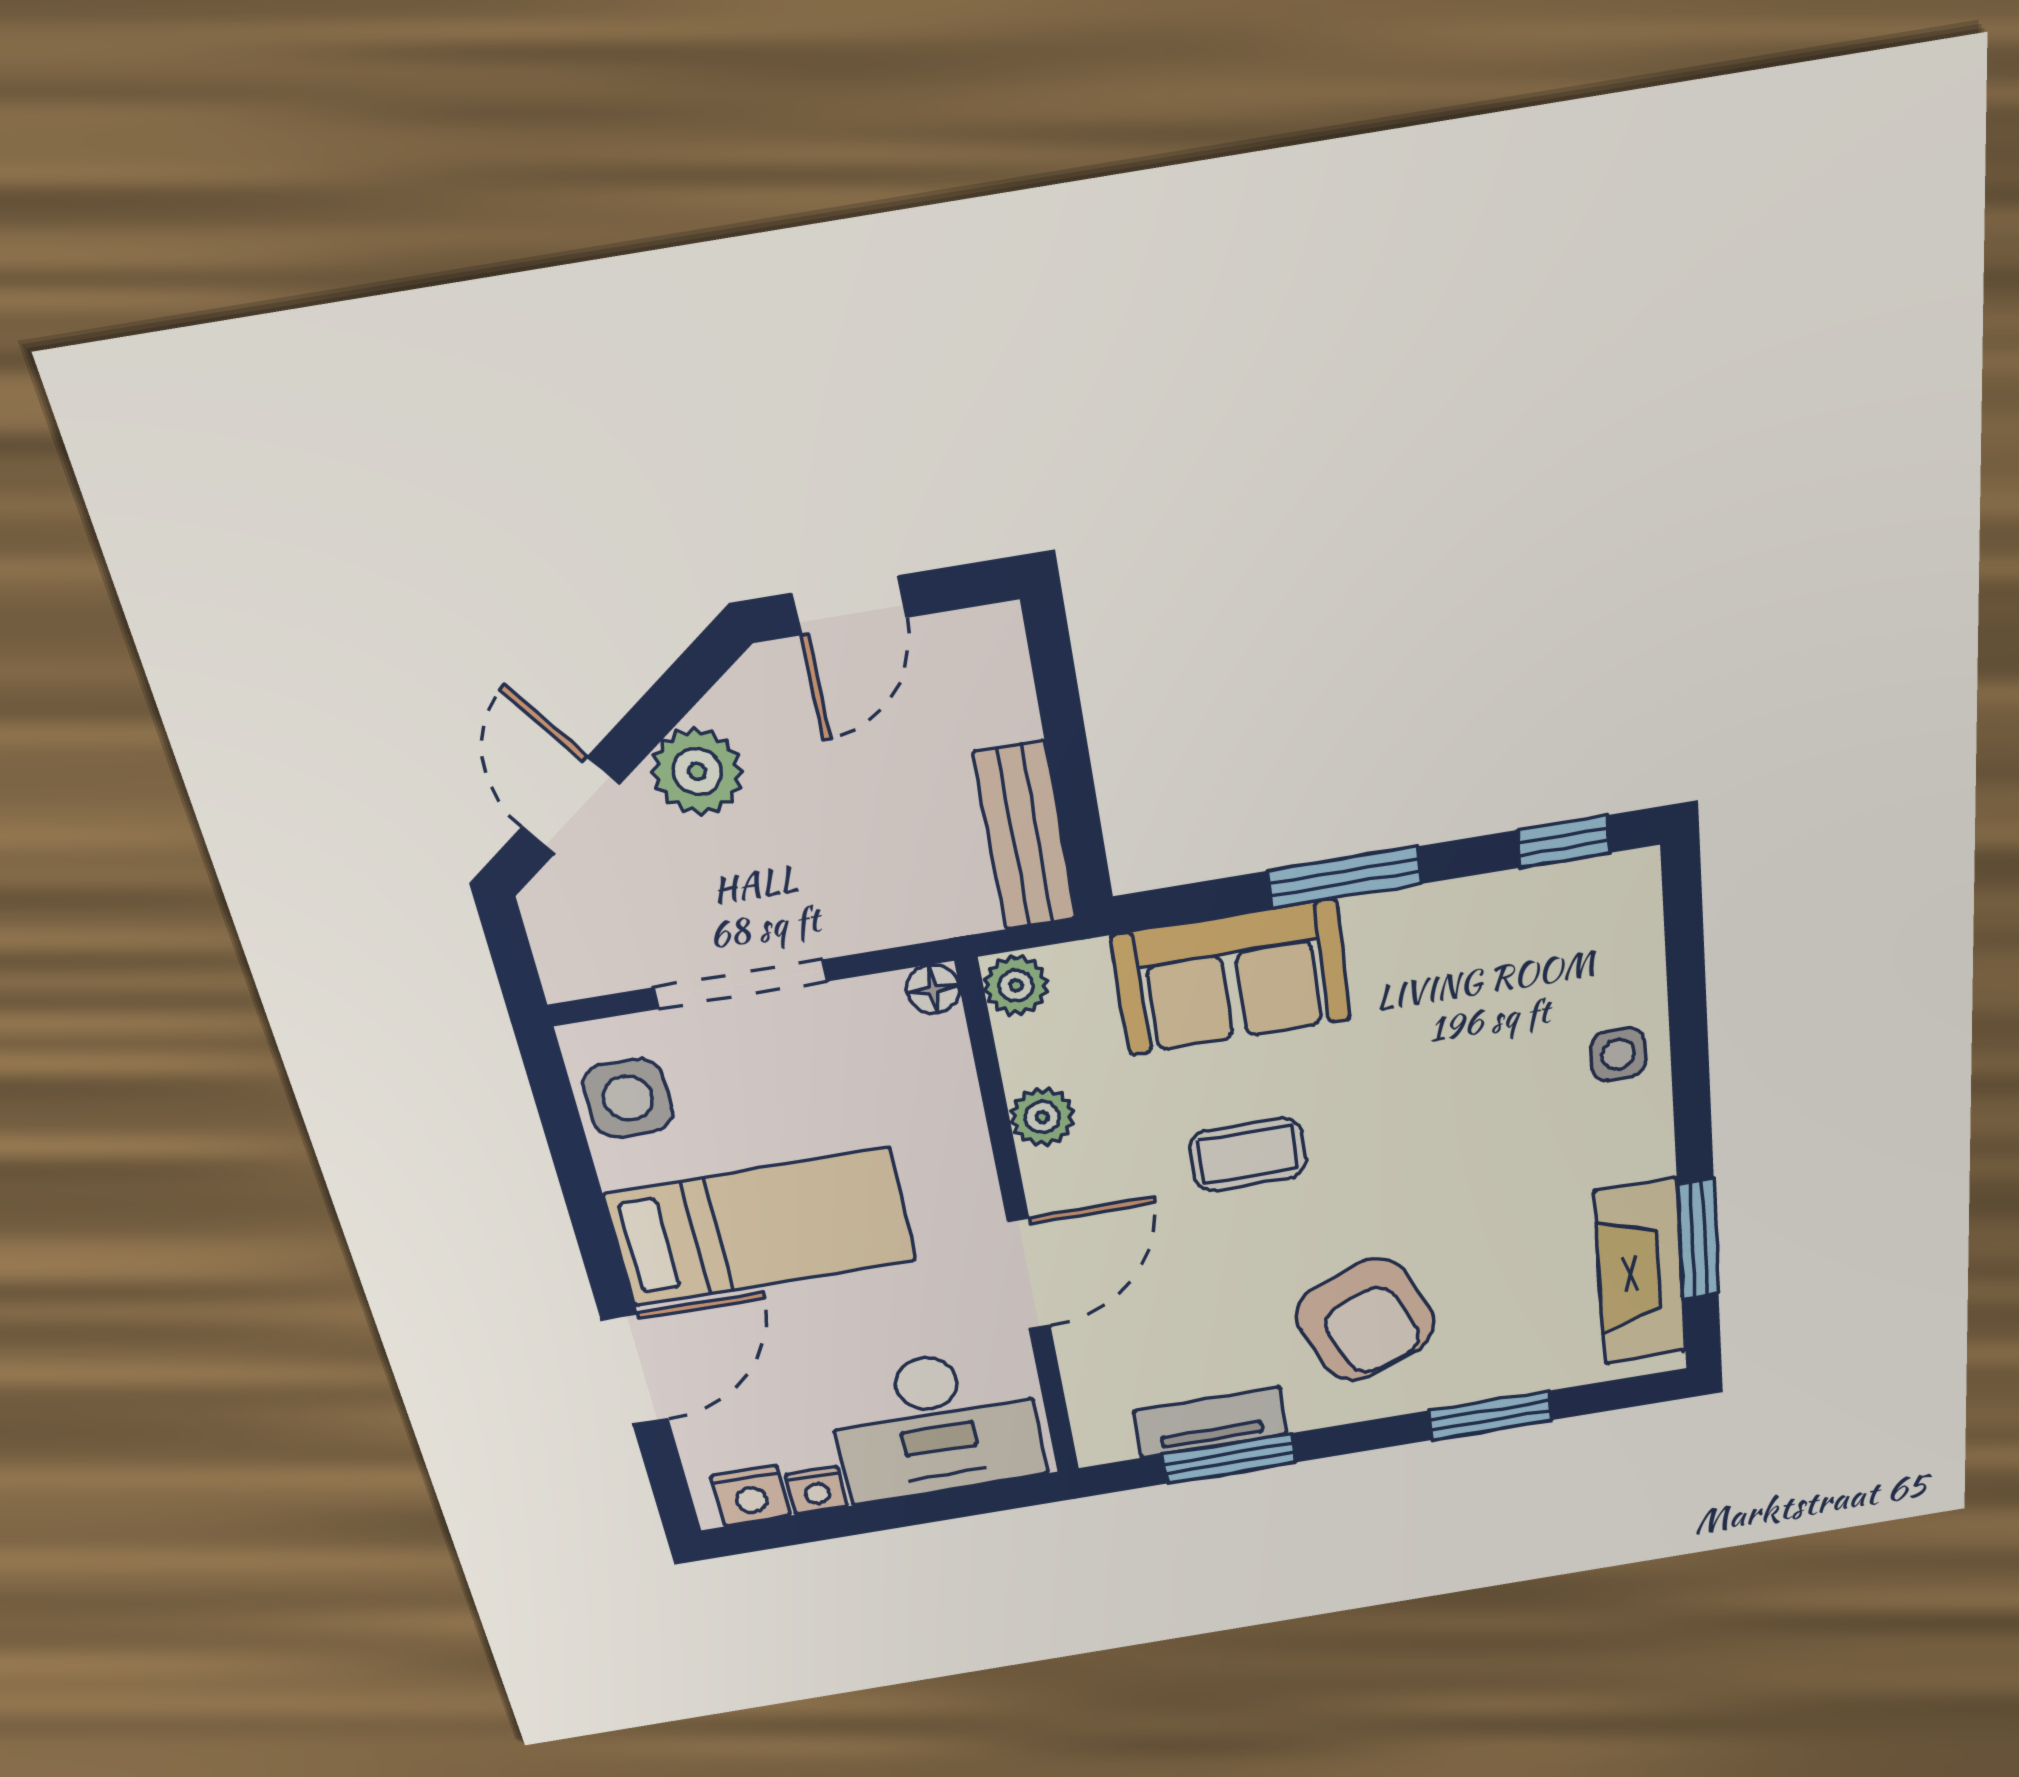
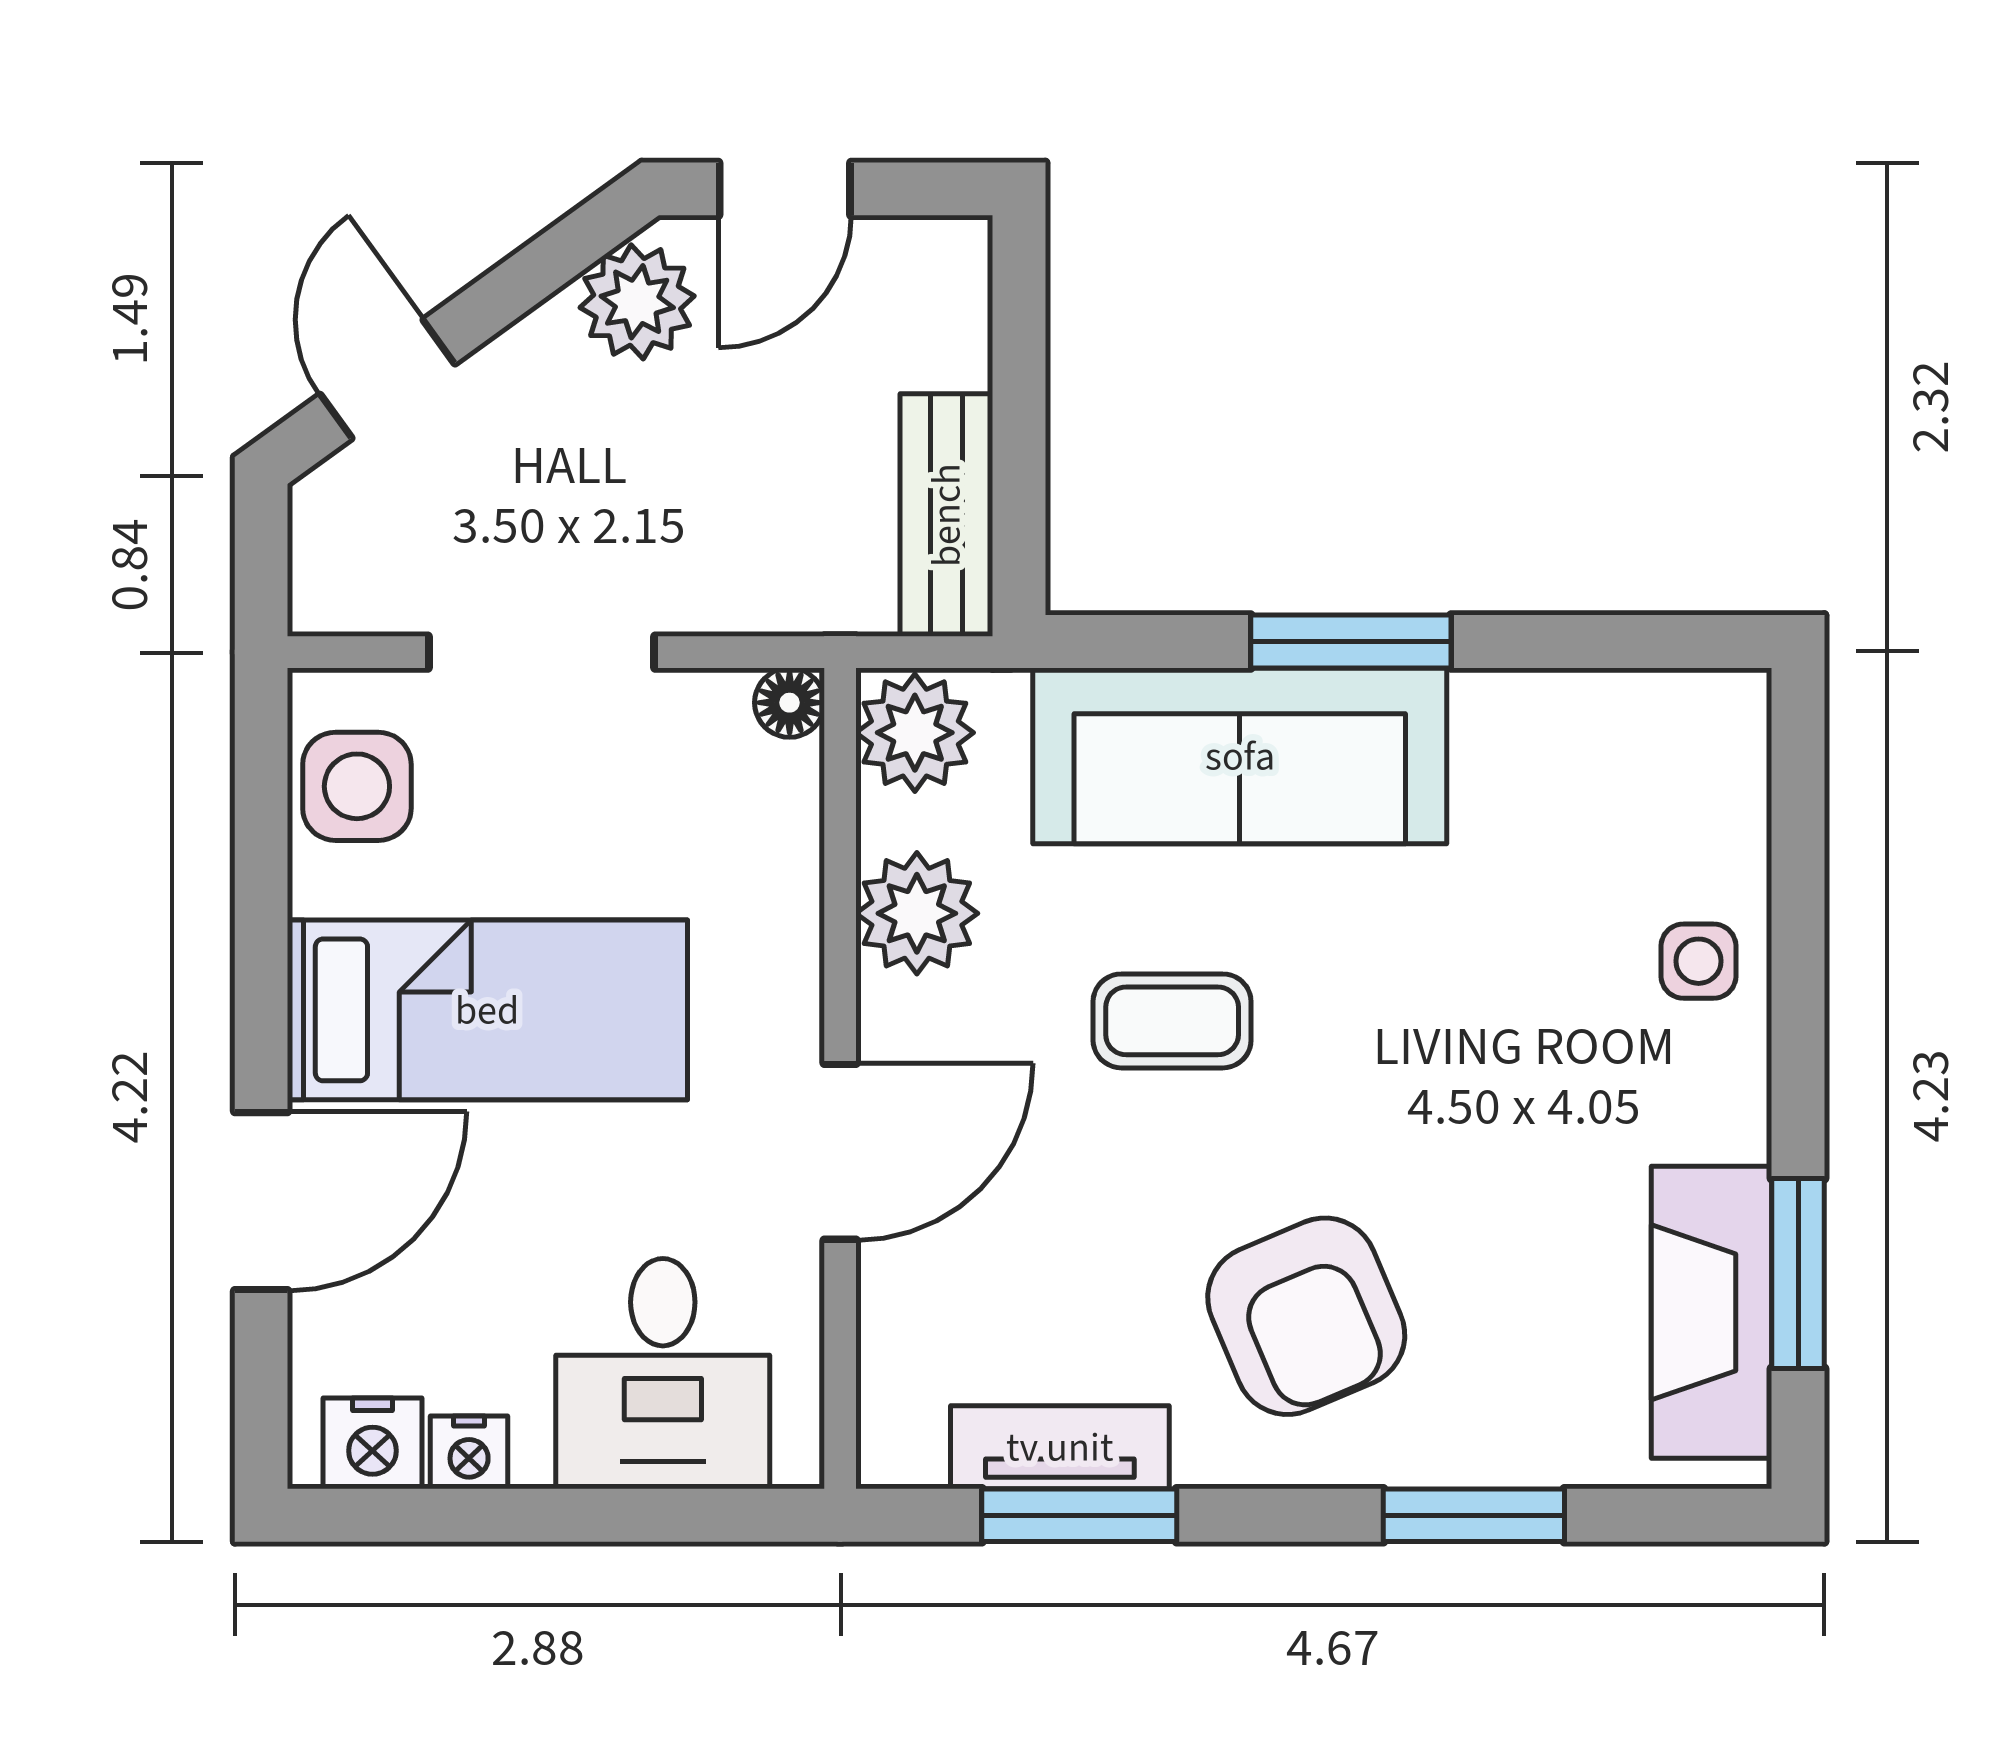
plant: (697, 772) -> (637, 302), moved
window: (1564, 841) -> (1644, 642), removed
sofa: (1232, 978) -> (1240, 756), width x1.36
plant: (1016, 985) -> (915, 733), width x1.38, depth x1.38
plant: (1042, 1117) -> (917, 913), width x1.38, depth x1.38
desk: (936, 1425) -> (663, 1374), width x0.73

